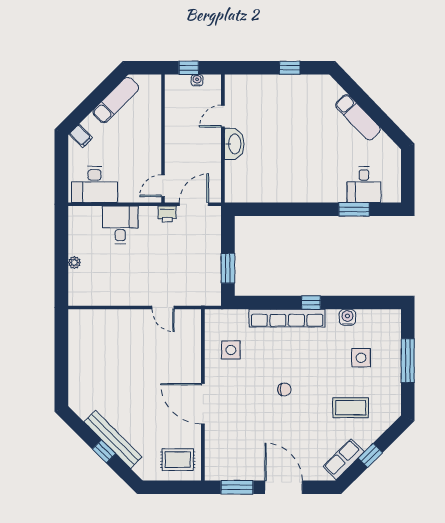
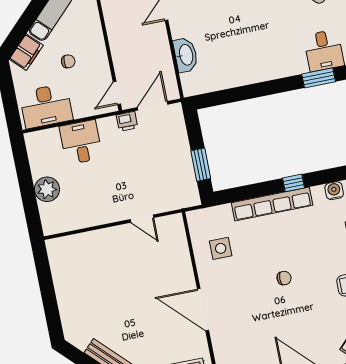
filing cabinet: (81, 136) -> (26, 52), width x2.00
washbasin: (234, 144) -> (186, 55), moved
chair: (123, 147) -> (68, 61), added
plant: (74, 262) -> (47, 189), width x1.88, depth x1.88

